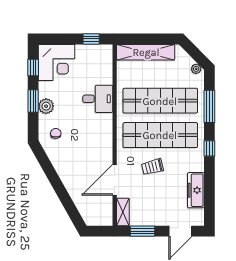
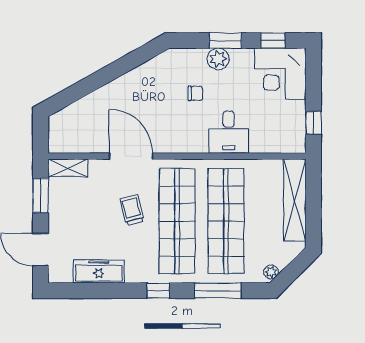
chair: (56, 133) -> (195, 93), moved
door: (115, 180) -> (131, 156), moved

